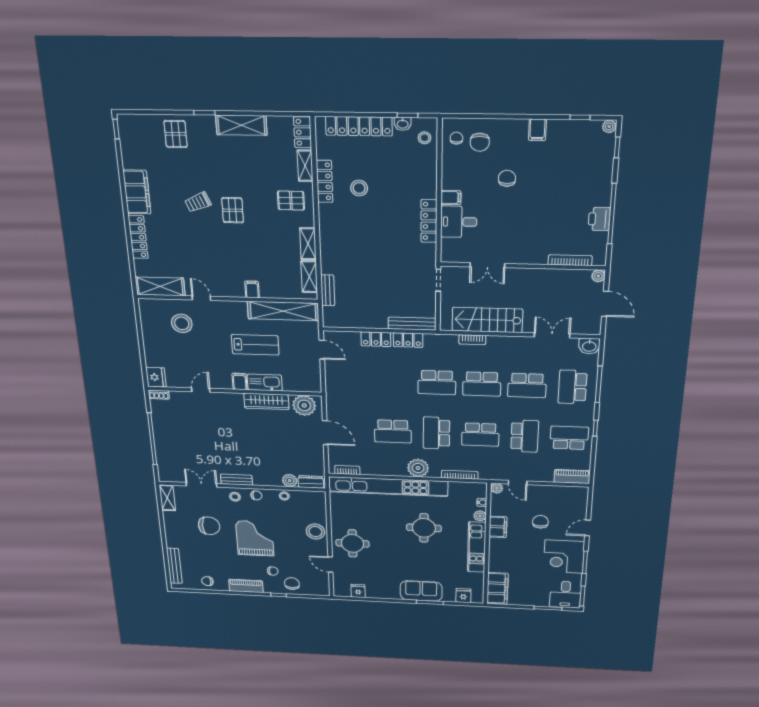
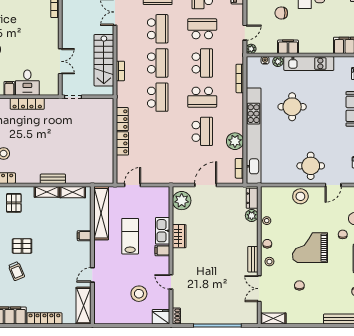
bench: (328, 290) -> (53, 179), moved
stool: (182, 323) -> (139, 294), moved
bench: (412, 324) -> (109, 116), removed
wardrobe: (266, 401) -> (179, 236), width x0.67
plant: (418, 468) -> (235, 141), moved
chair: (209, 526) -> (299, 285), width x0.54, depth x0.54

